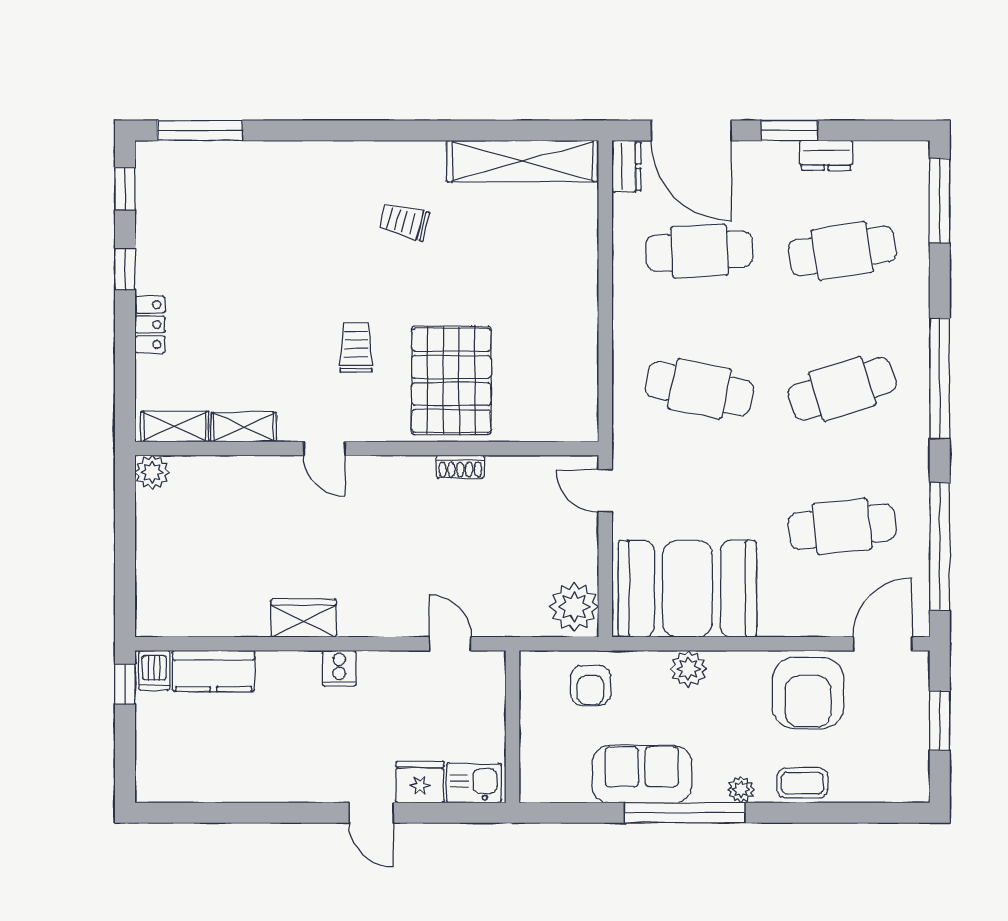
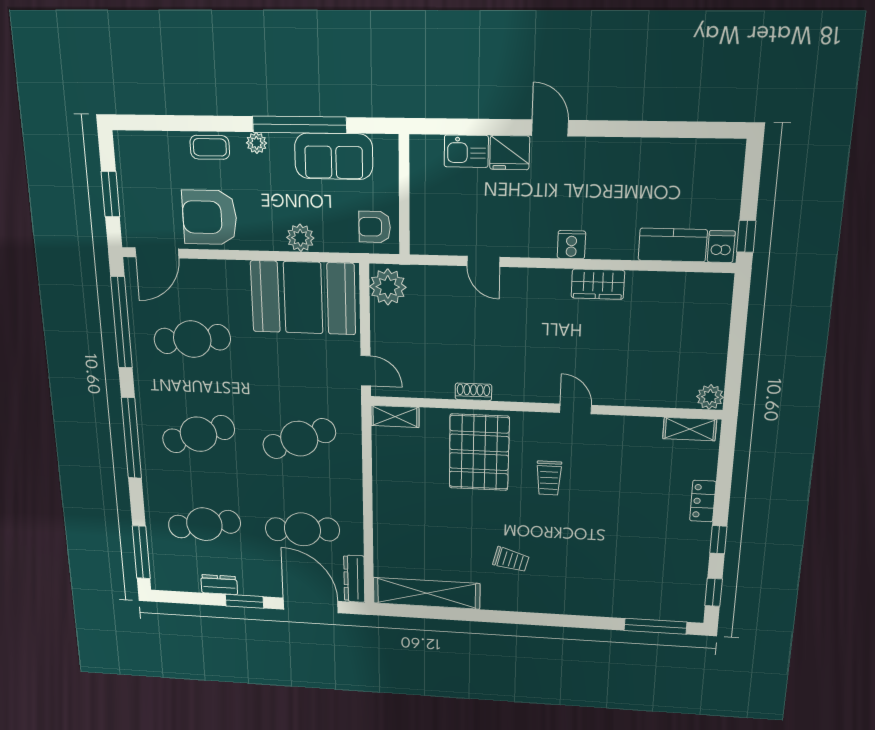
dresser: (626, 166) -> (354, 579), width x1.44
cafe table: (699, 389) -> (299, 439), turned -33
shelving: (244, 427) -> (395, 416), moved
armchair: (591, 685) -> (375, 227), turned -90
armchair: (808, 693) -> (210, 217), turned -90
wall: (512, 727) -> (404, 195), moved

